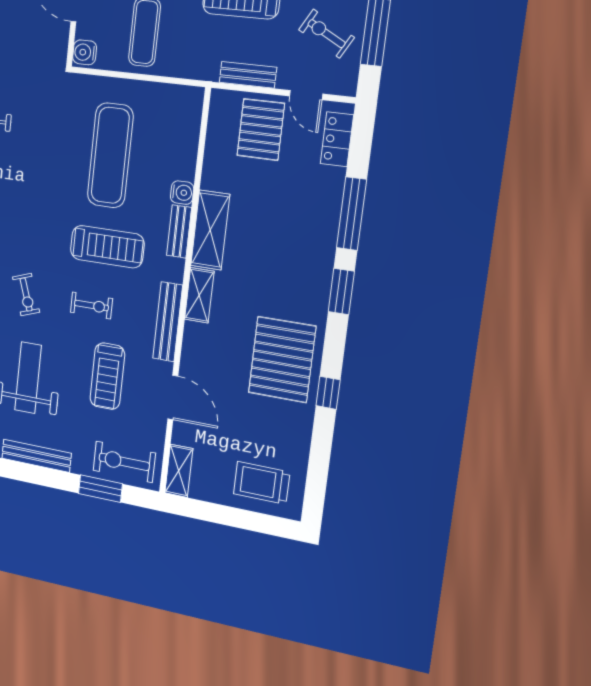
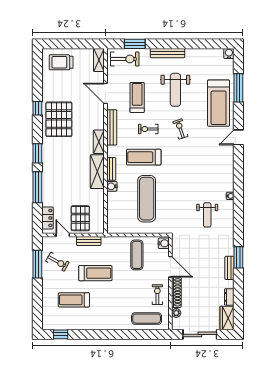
trolley: (262, 483) -> (61, 62), turned 180

